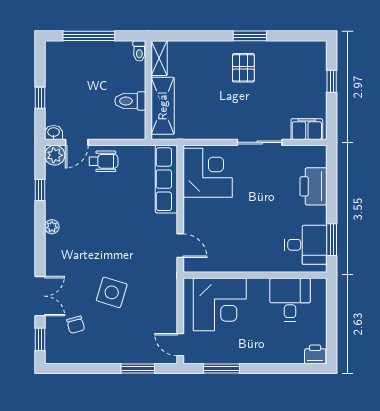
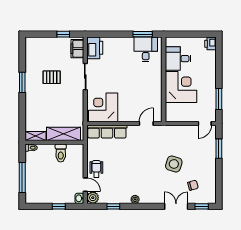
pallet: (243, 68) -> (52, 77), moved
window: (332, 81) -> (63, 34), moved
printer: (314, 186) -> (95, 48), moved, turned -90
corner desk: (220, 304) -> (181, 87), moved

